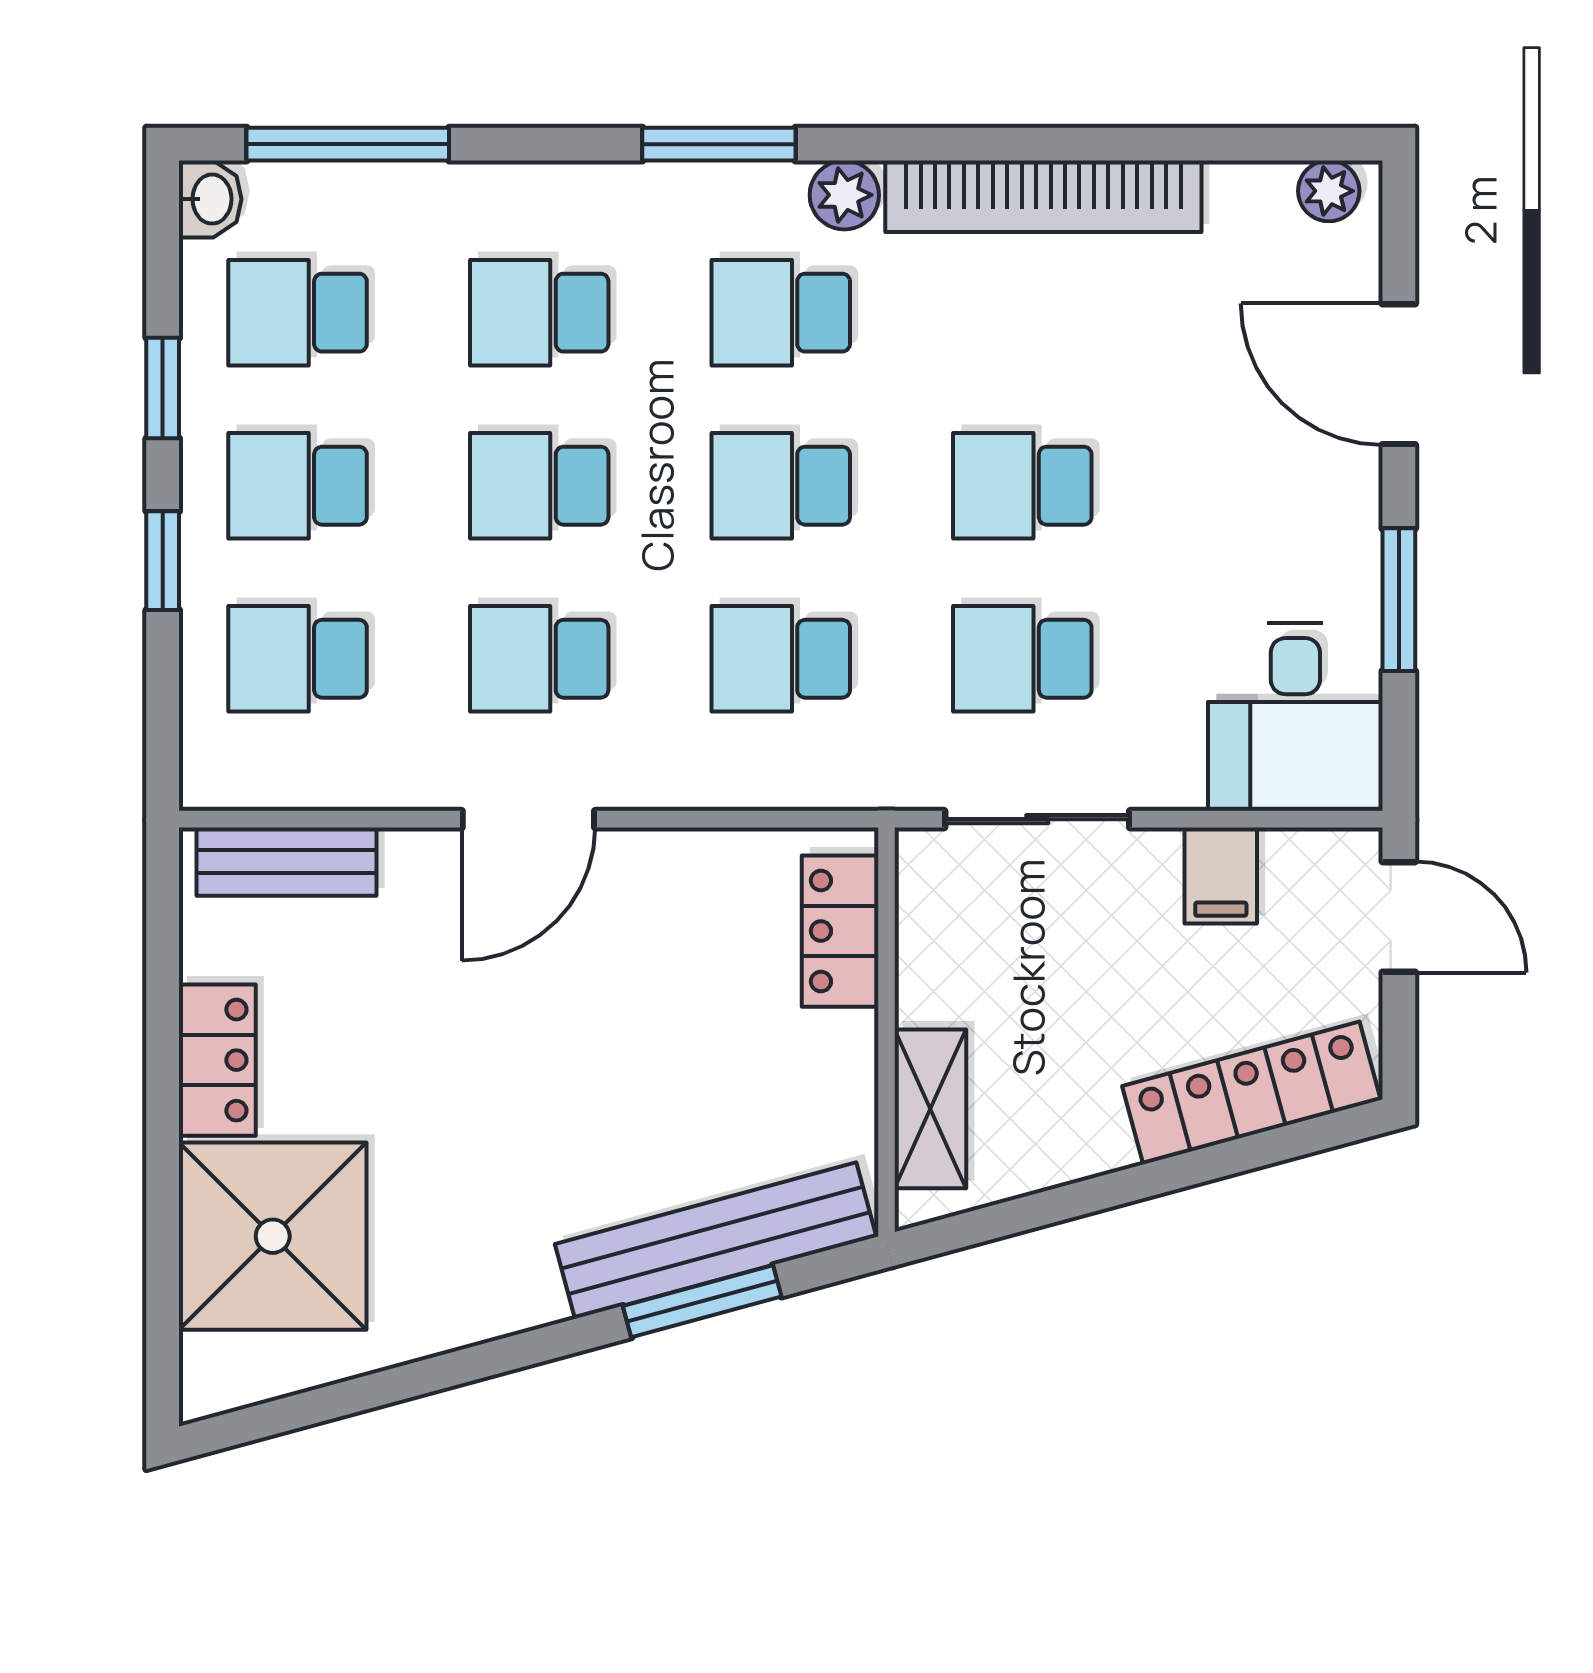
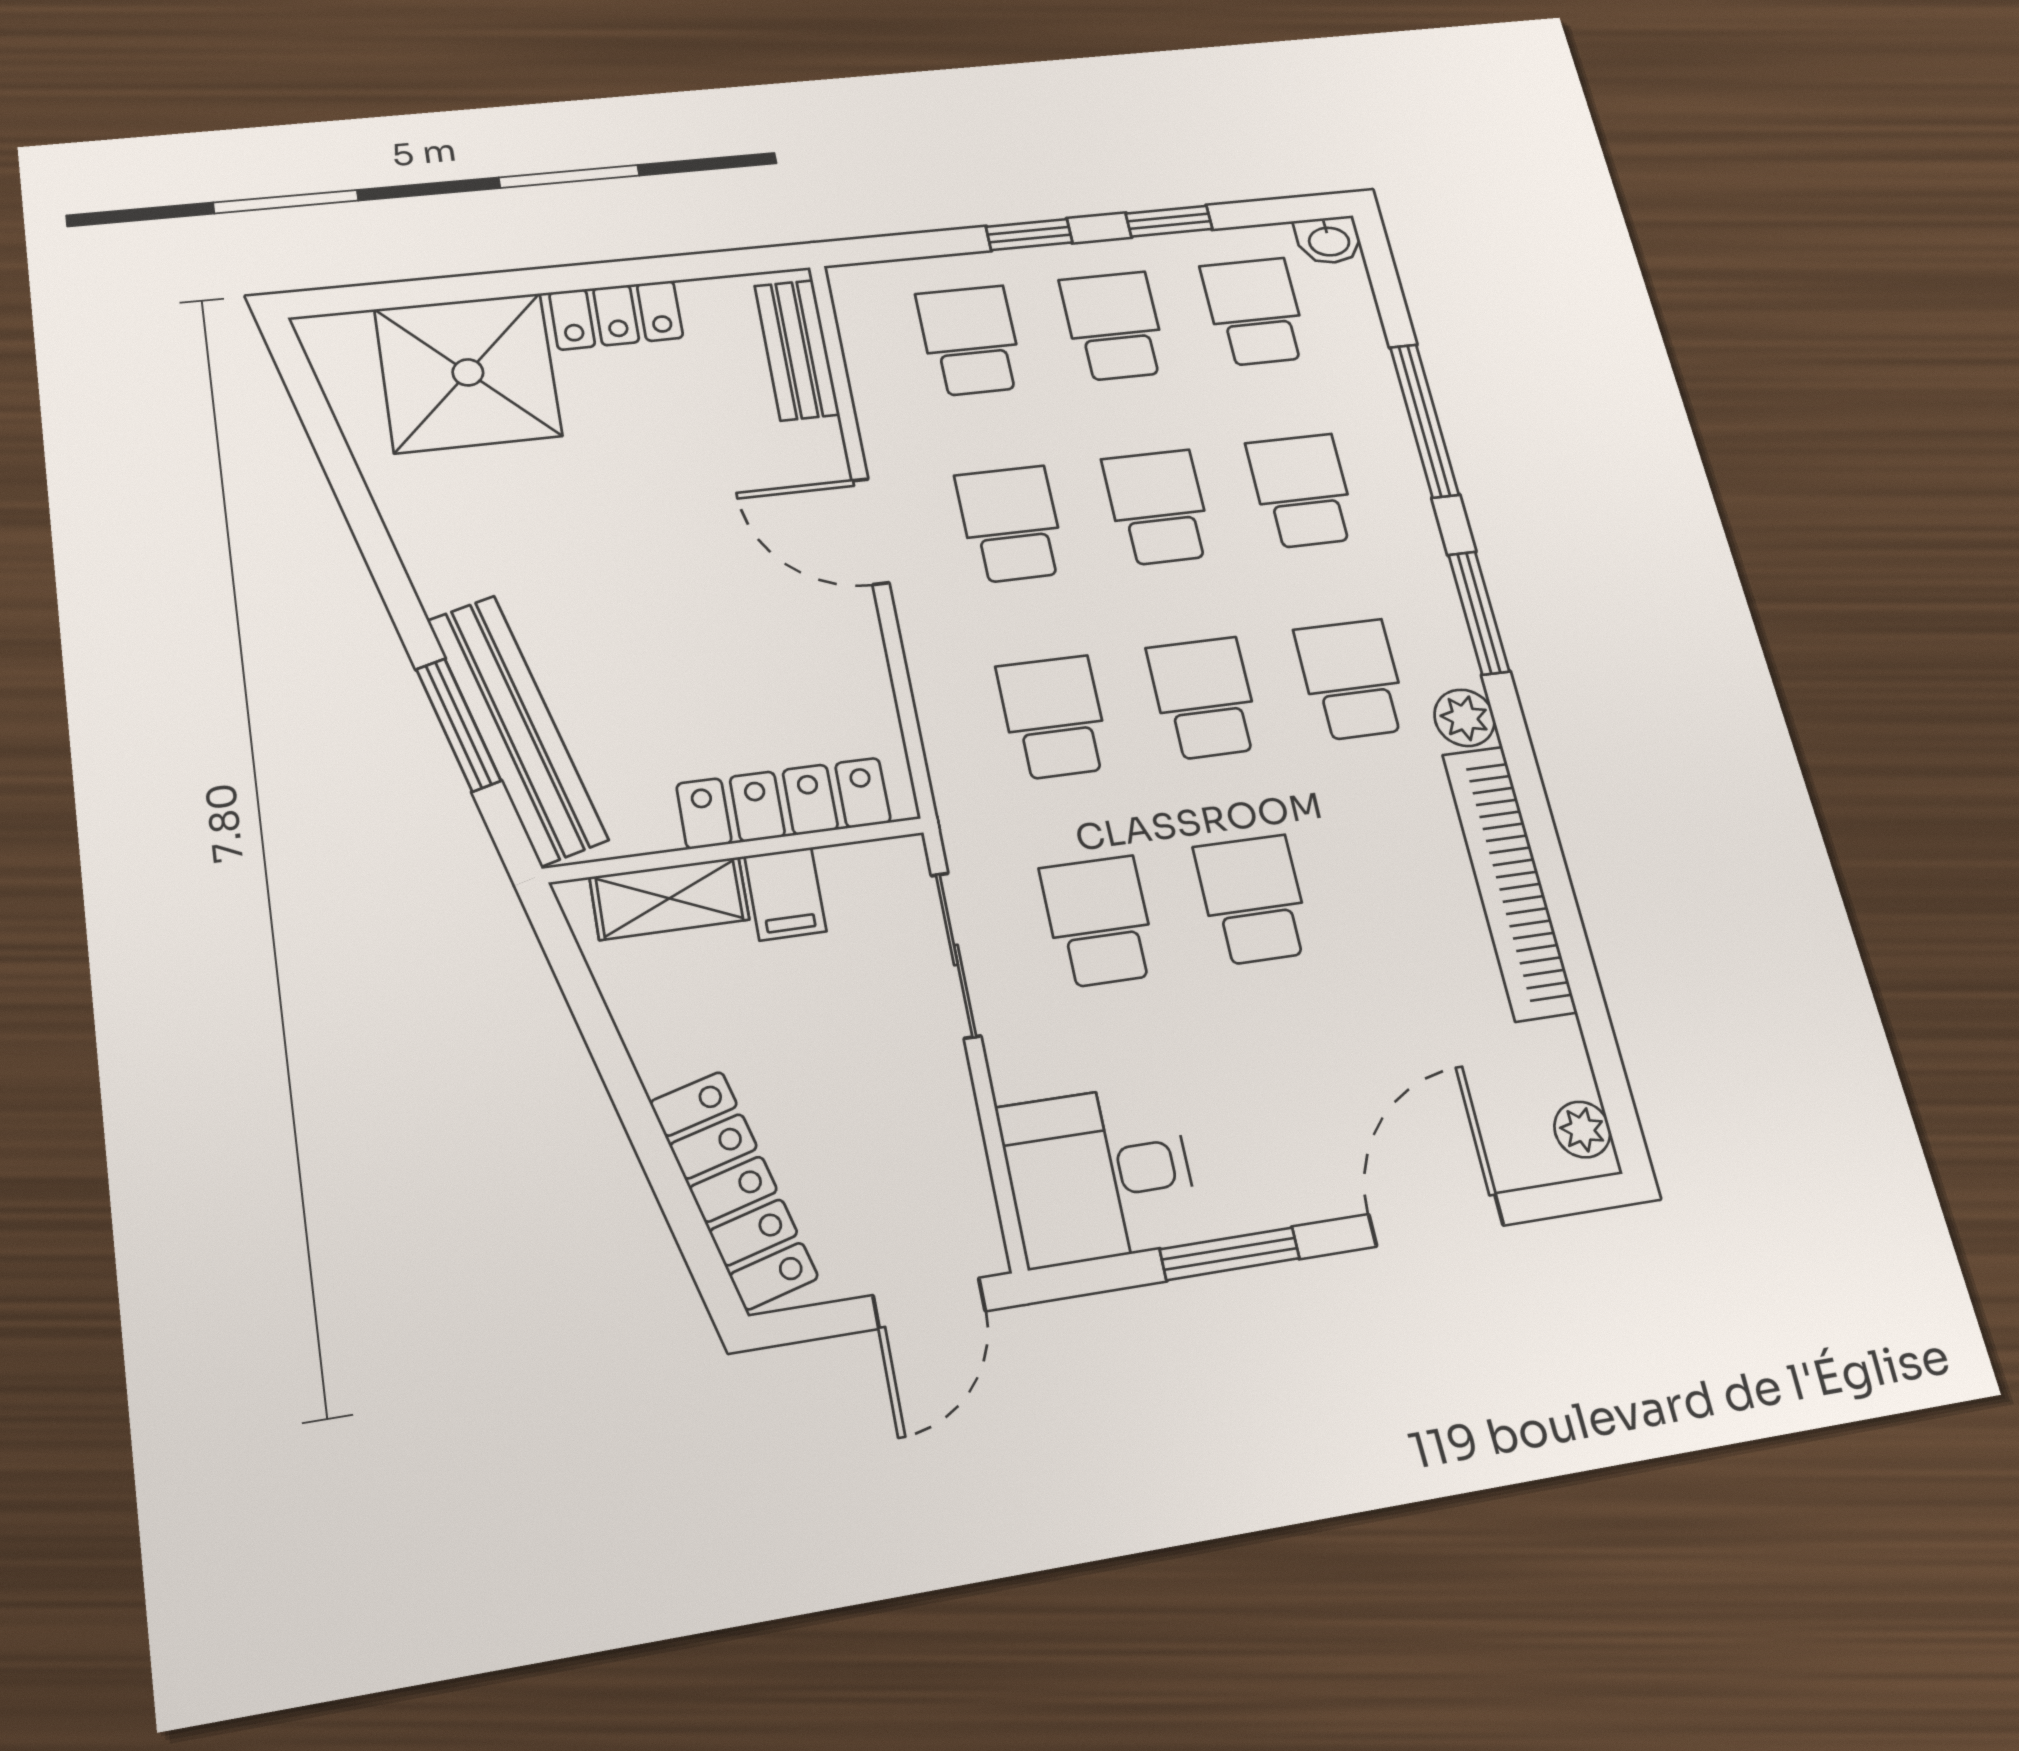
window: (348, 144) -> (1424, 421), moved
filing cabinet: (1221, 875) -> (785, 894), moved, turned -90
locker: (840, 931) -> (784, 803), width x1.53

